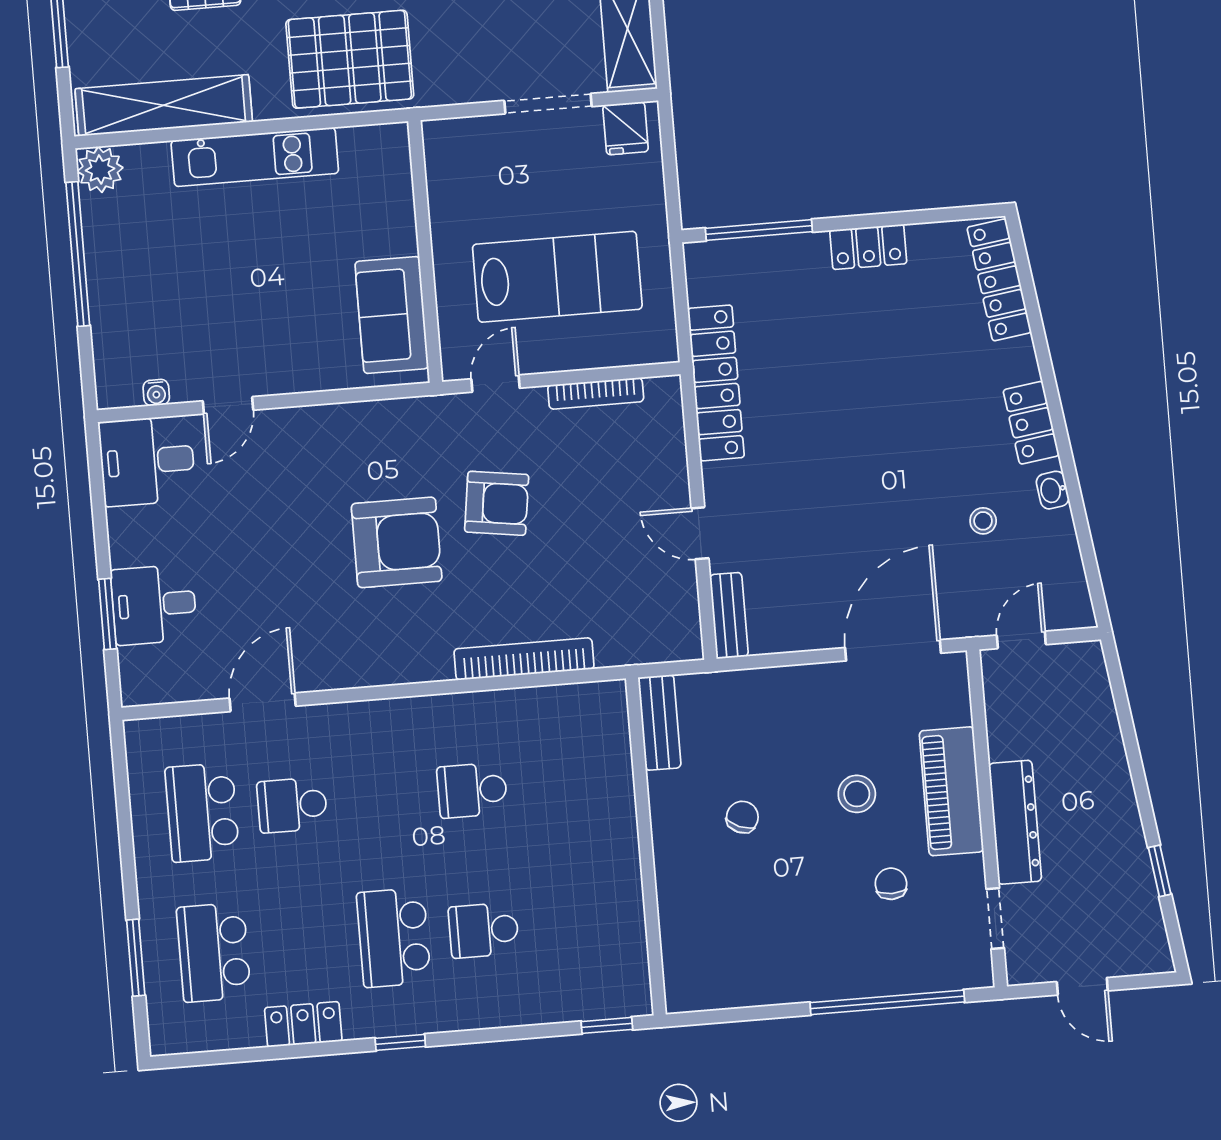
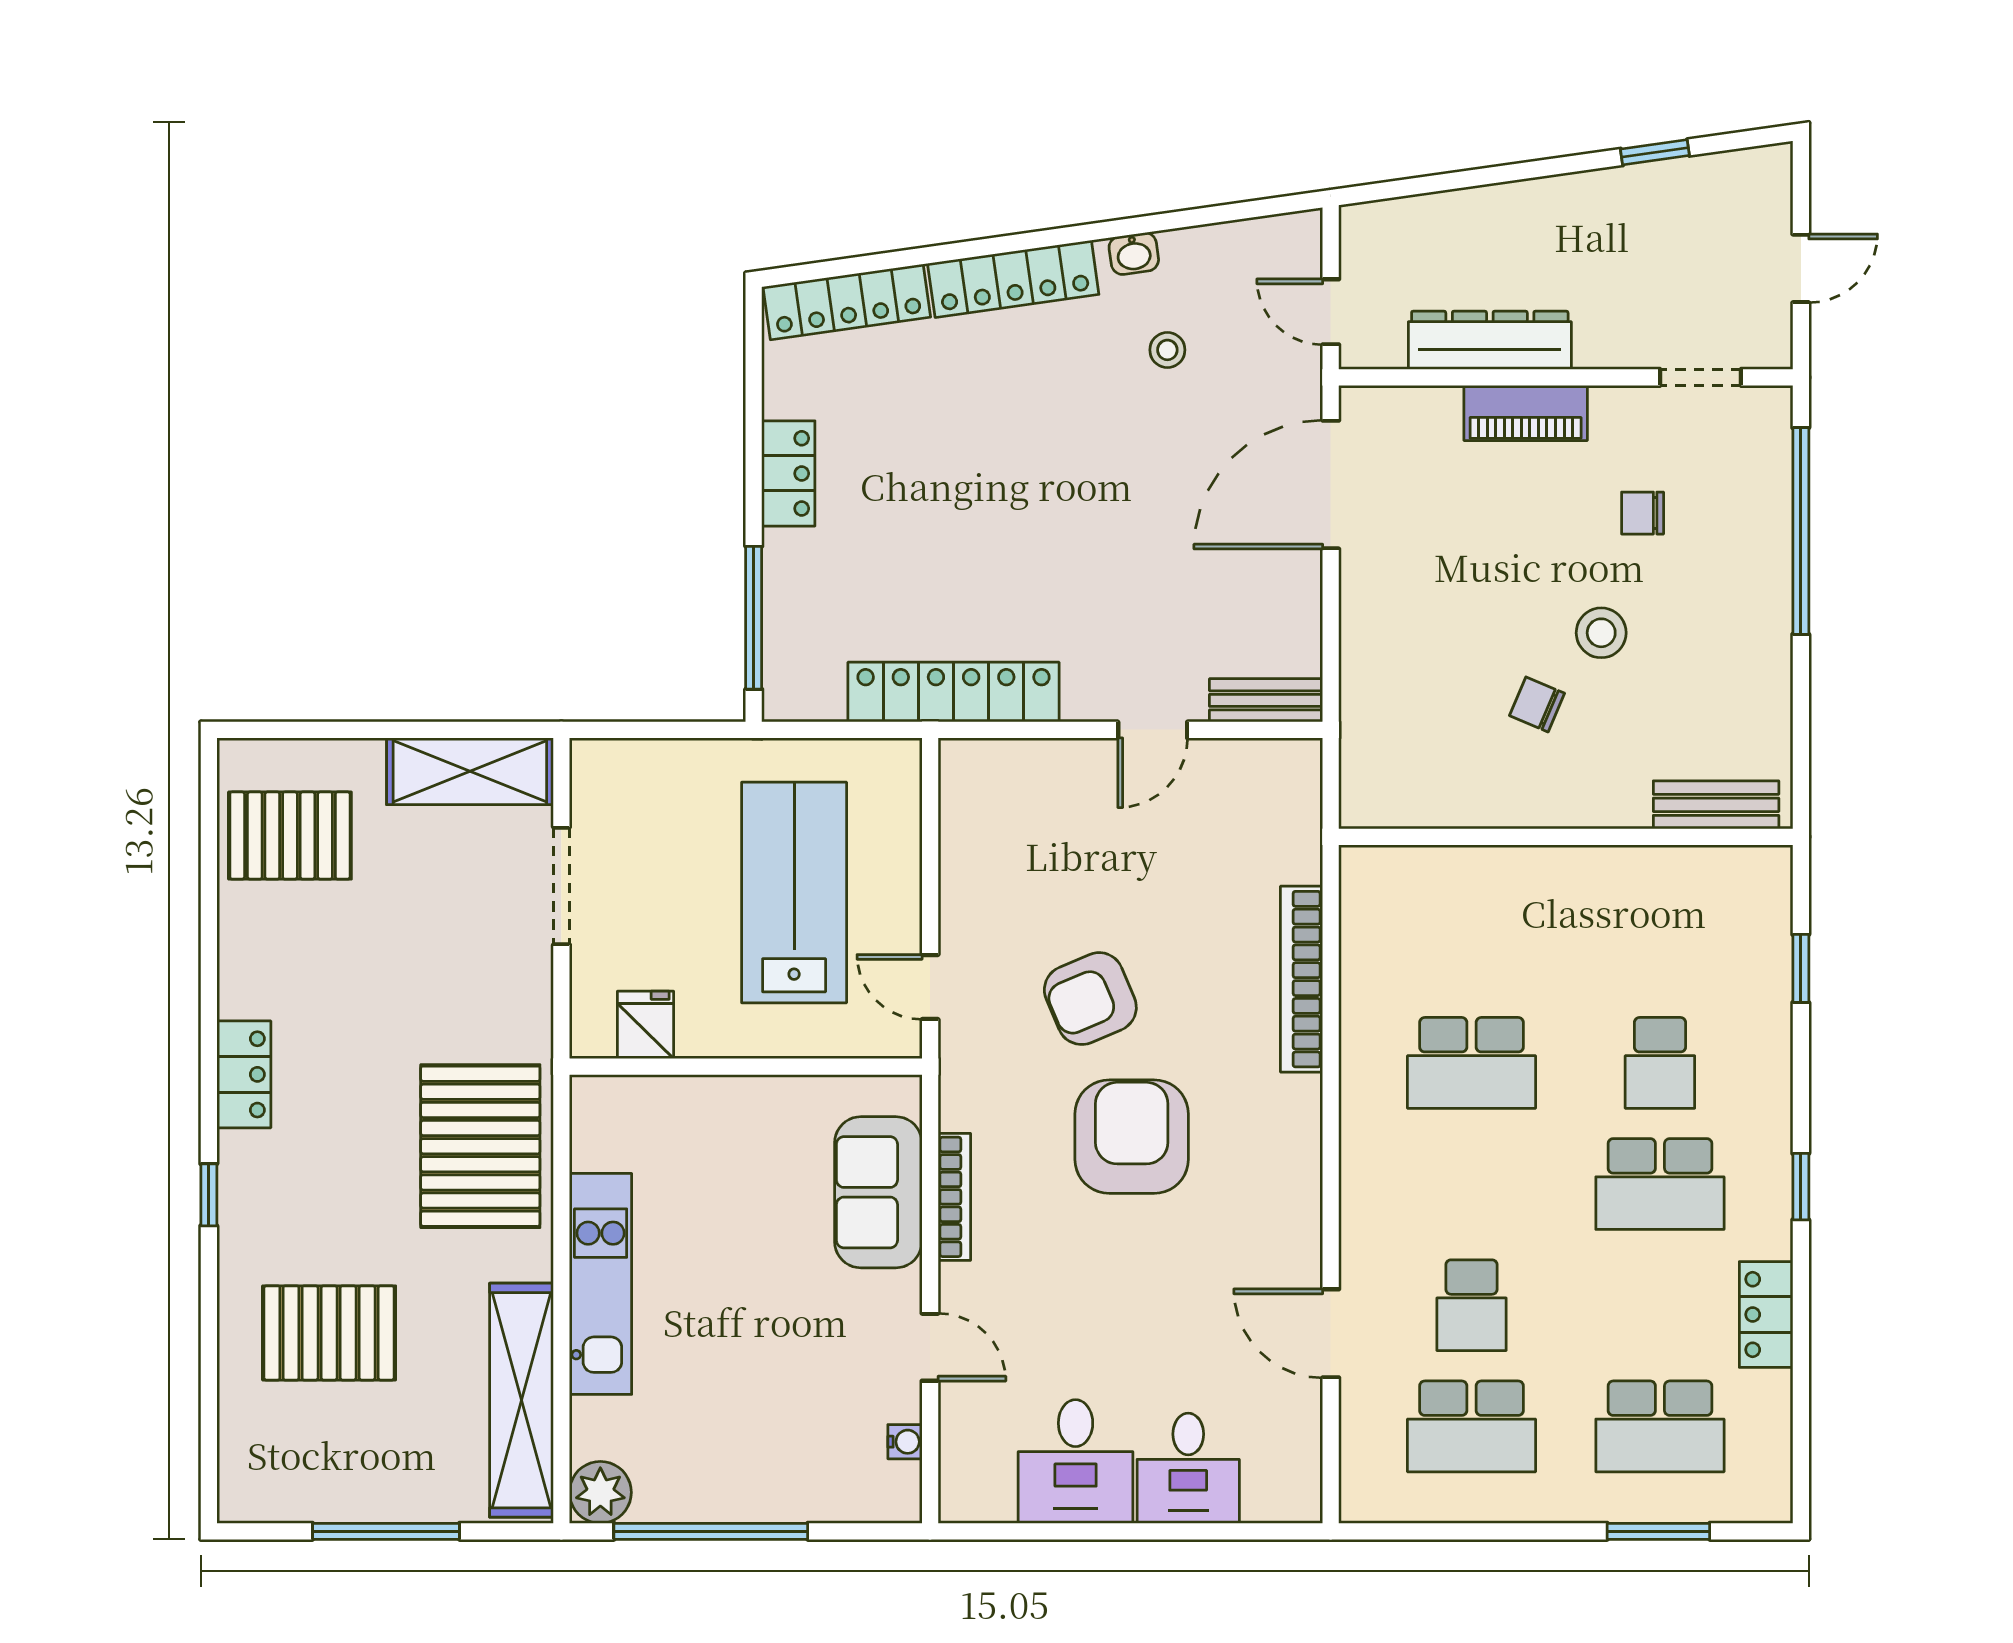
fridge: (626, 128) -> (646, 1025), moved, turned -90
sofa: (392, 315) -> (878, 1192), moved, turned 90
bookcase: (596, 393) -> (954, 1197), moved
locker: (1031, 423) -> (1013, 279), width x1.53
desk: (147, 461) -> (1076, 1461), moved
armchair: (497, 503) -> (1090, 999), turned -121
window: (107, 614) -> (1196, 1531), removed
door: (893, 650) -> (1331, 485), hinge flipped
bench: (660, 722) -> (1716, 805), moved
school desk: (472, 790) -> (1472, 1063), width x1.85
piano: (951, 791) -> (1526, 413), width x0.73, depth x0.75
stool: (857, 794) -> (1601, 633), moved
dresser: (1015, 822) -> (1490, 340), moved
window: (607, 1025) -> (1801, 968), moved

